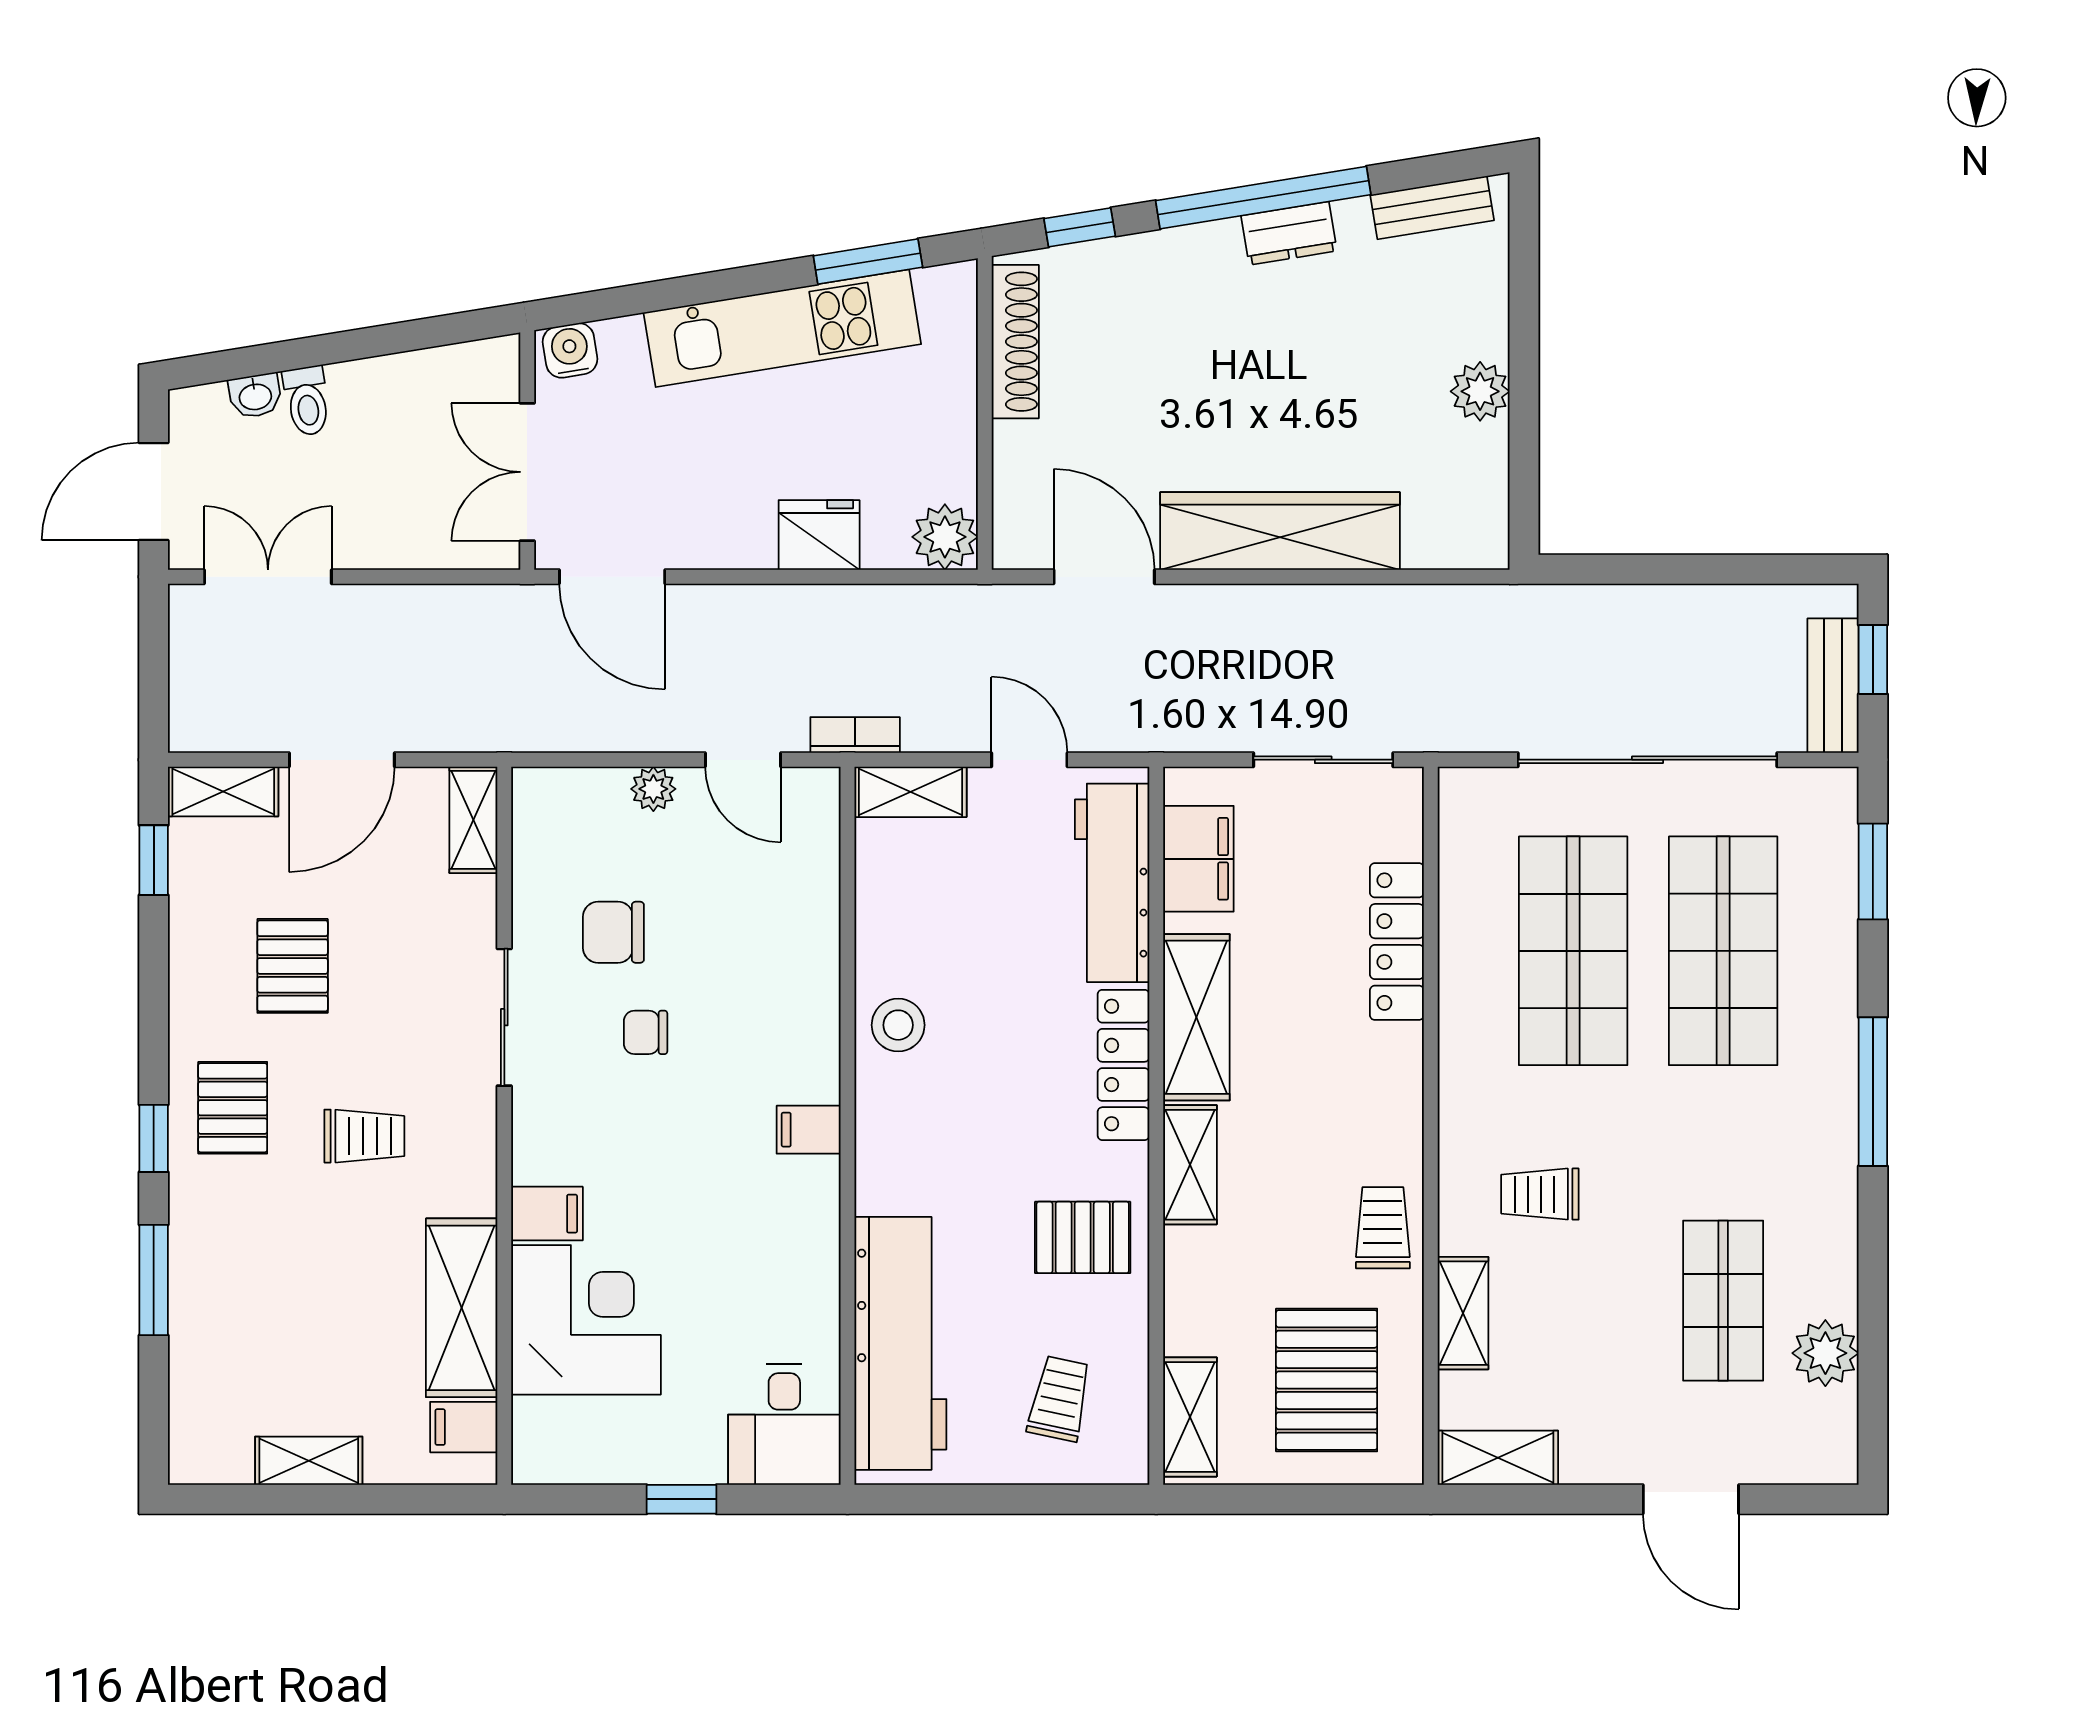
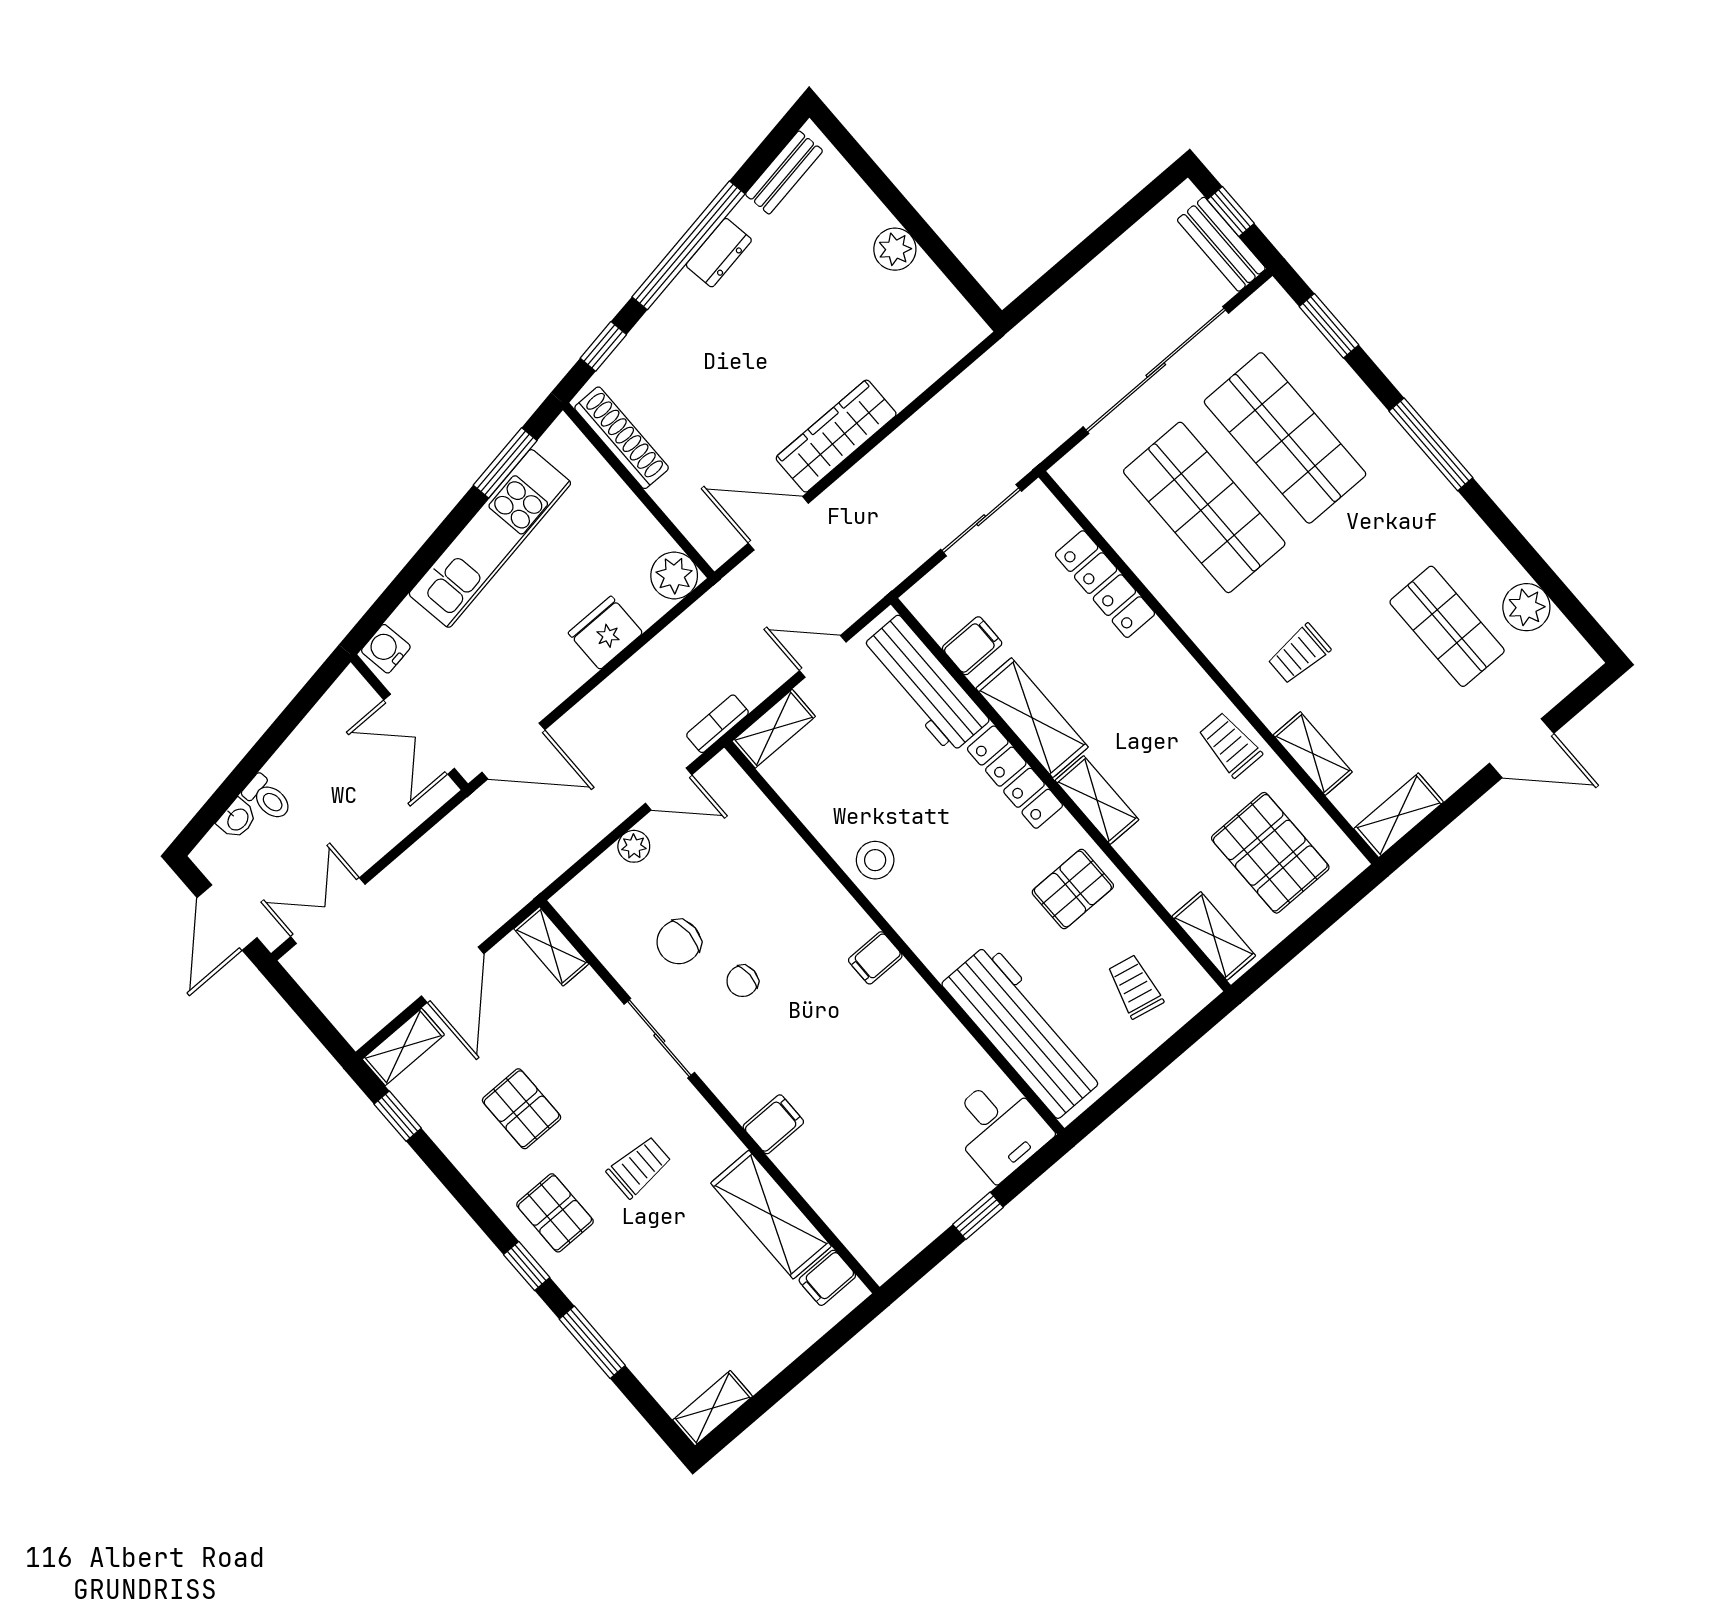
wardrobe: (1280, 531) -> (836, 436), width x0.71, depth x0.85
filing cabinet: (1198, 859) -> (972, 646), width x0.50
corner desk: (586, 1320) -> (844, 1163), removed
shelving: (309, 1461) -> (713, 1408), moved

